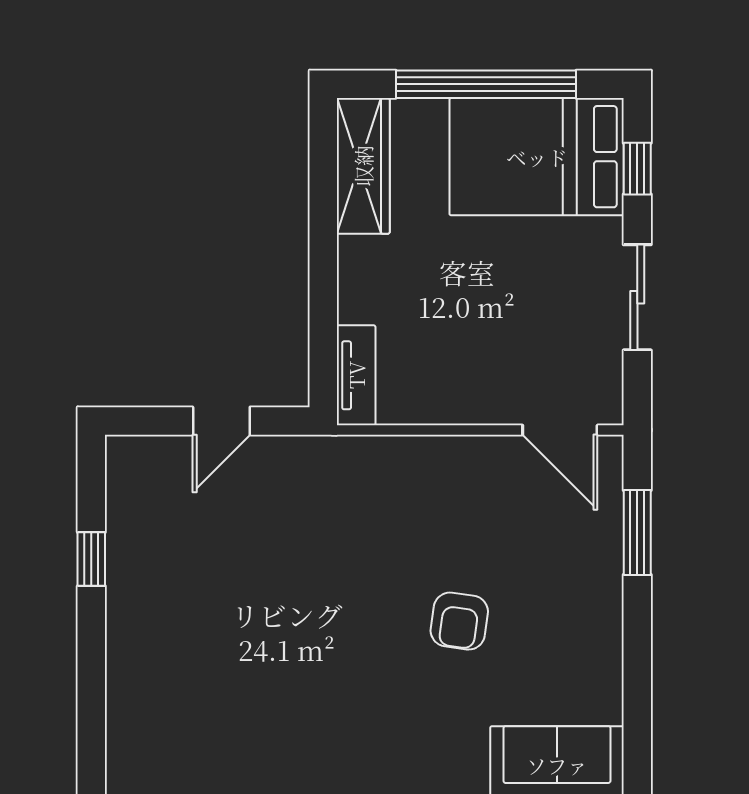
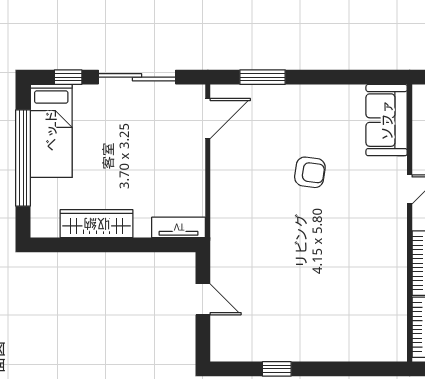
bed: (537, 157) -> (51, 131), width x0.67
wardrobe: (363, 166) -> (97, 224), moved
sliding door: (637, 297) -> (137, 77), width x1.37

